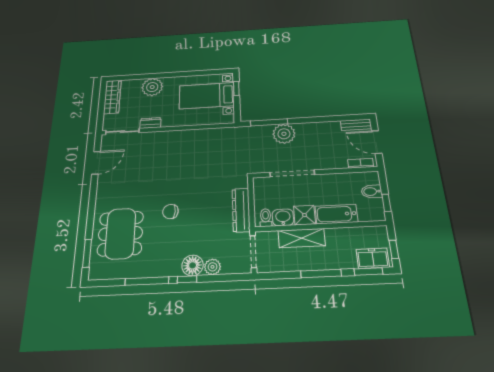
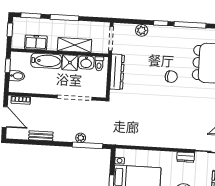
bench: (356, 125) -> (41, 136), moved
plant: (284, 134) -> (81, 138), width x0.53, depth x0.53
freezer: (373, 258) -> (36, 42), moved, turned 180
floor lamp: (193, 265) -> (156, 33), removed

